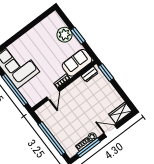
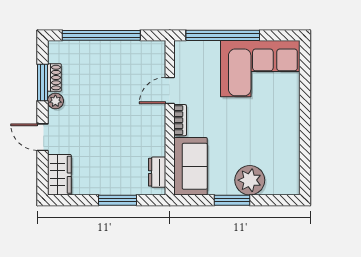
window: (106, 72) -> (118, 200), moved
door: (53, 94) -> (170, 91), hinge flipped
door: (111, 131) -> (43, 137), swing flipped
window: (89, 148) -> (43, 83), width x0.69

